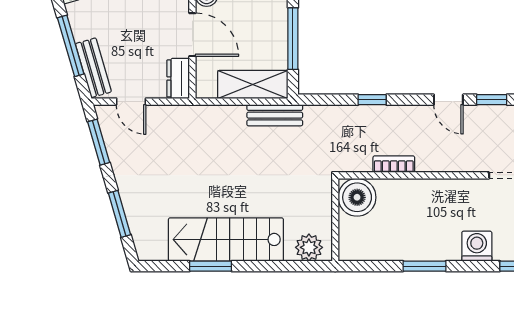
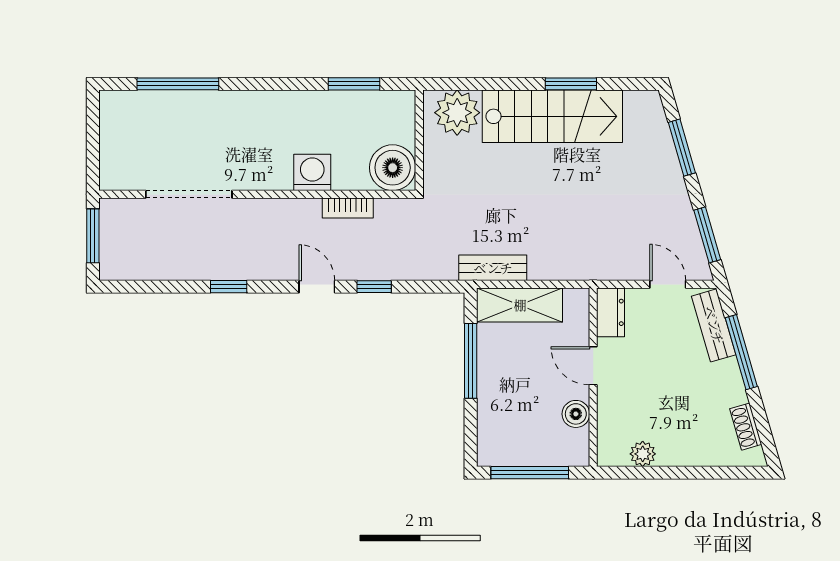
door: (192, 35) -> (593, 366), width x0.73
door: (448, 100) -> (317, 287), moved
washing machine: (477, 246) -> (312, 172), moved, turned 180
plant: (309, 247) -> (457, 113), width x1.36, depth x1.36
window: (425, 266) -> (354, 84), moved

